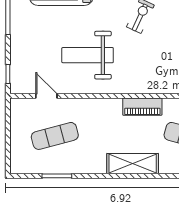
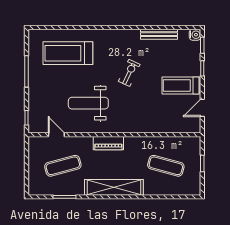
piano: (142, 107) -> (108, 143), moved
shelving: (133, 164) -> (114, 187), width x1.47

